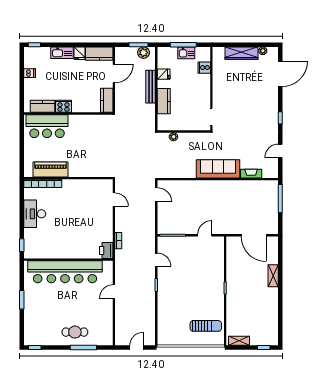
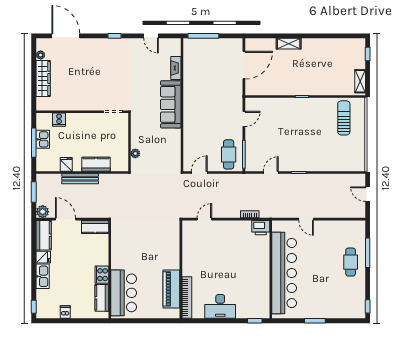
plant: (144, 53) -> (43, 212), moved
cafe table: (173, 221) -> (229, 154), added
door: (205, 235) -> (244, 119), swing flipped

